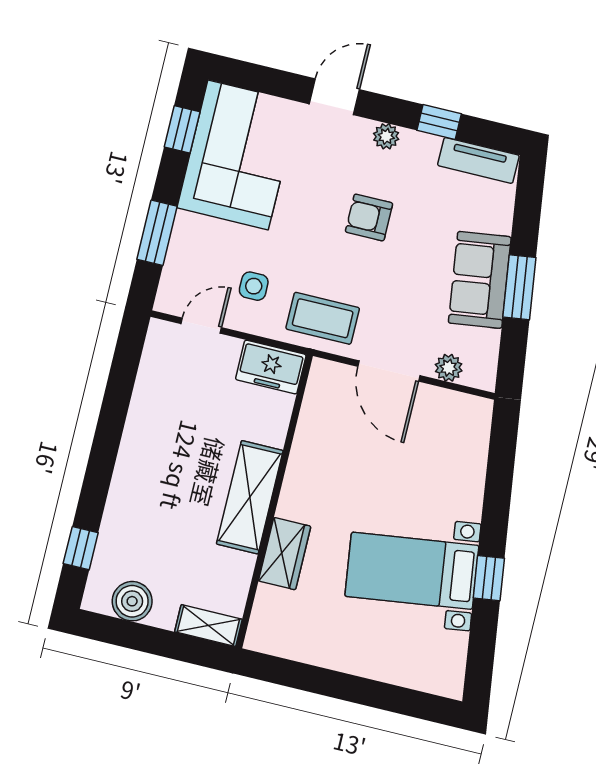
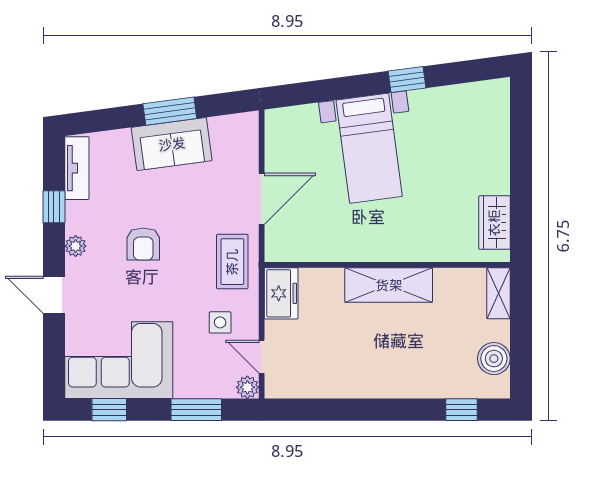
plant: (449, 368) -> (247, 387), moved
wardrobe: (285, 554) -> (494, 223), moved, turned -90
bed with nightstands: (412, 571) -> (369, 148), moved

